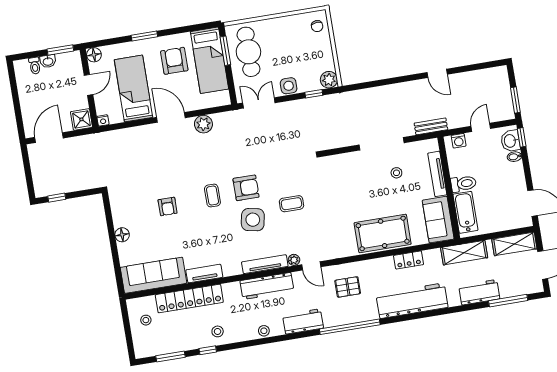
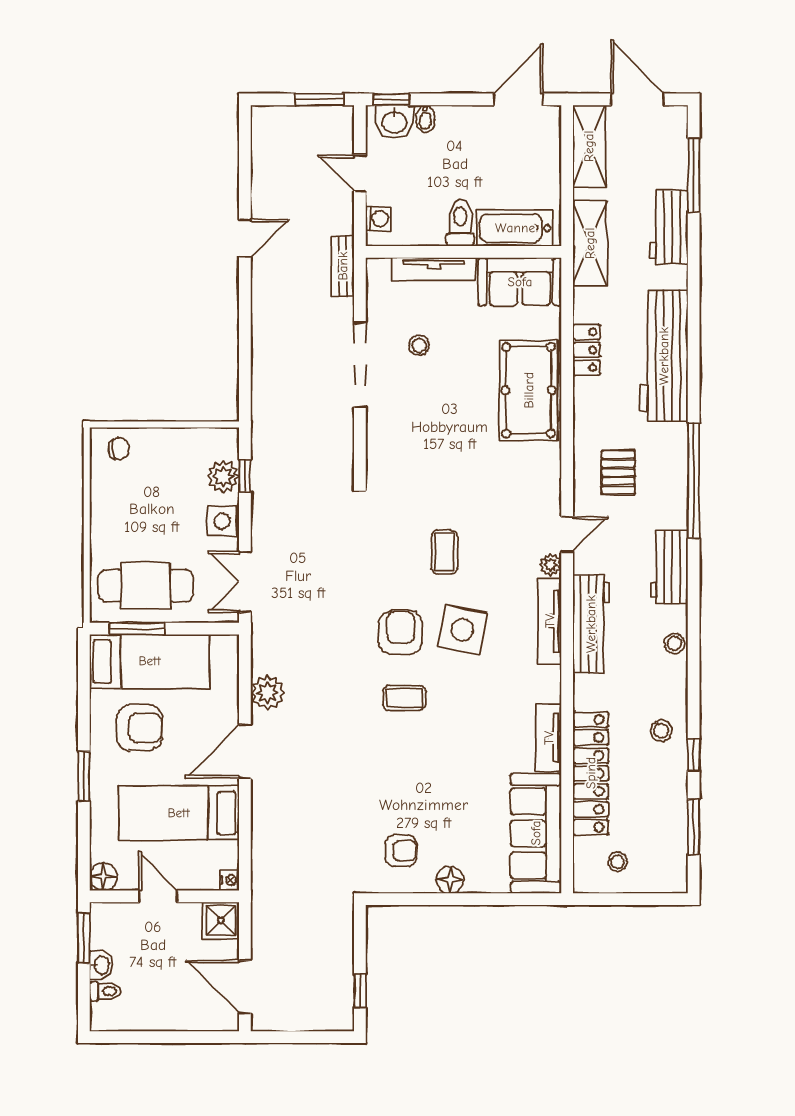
armchair: (174, 61) -> (140, 728), turned 180
plant: (329, 80) -> (223, 477), moved
armchair: (168, 206) -> (401, 851), moved

